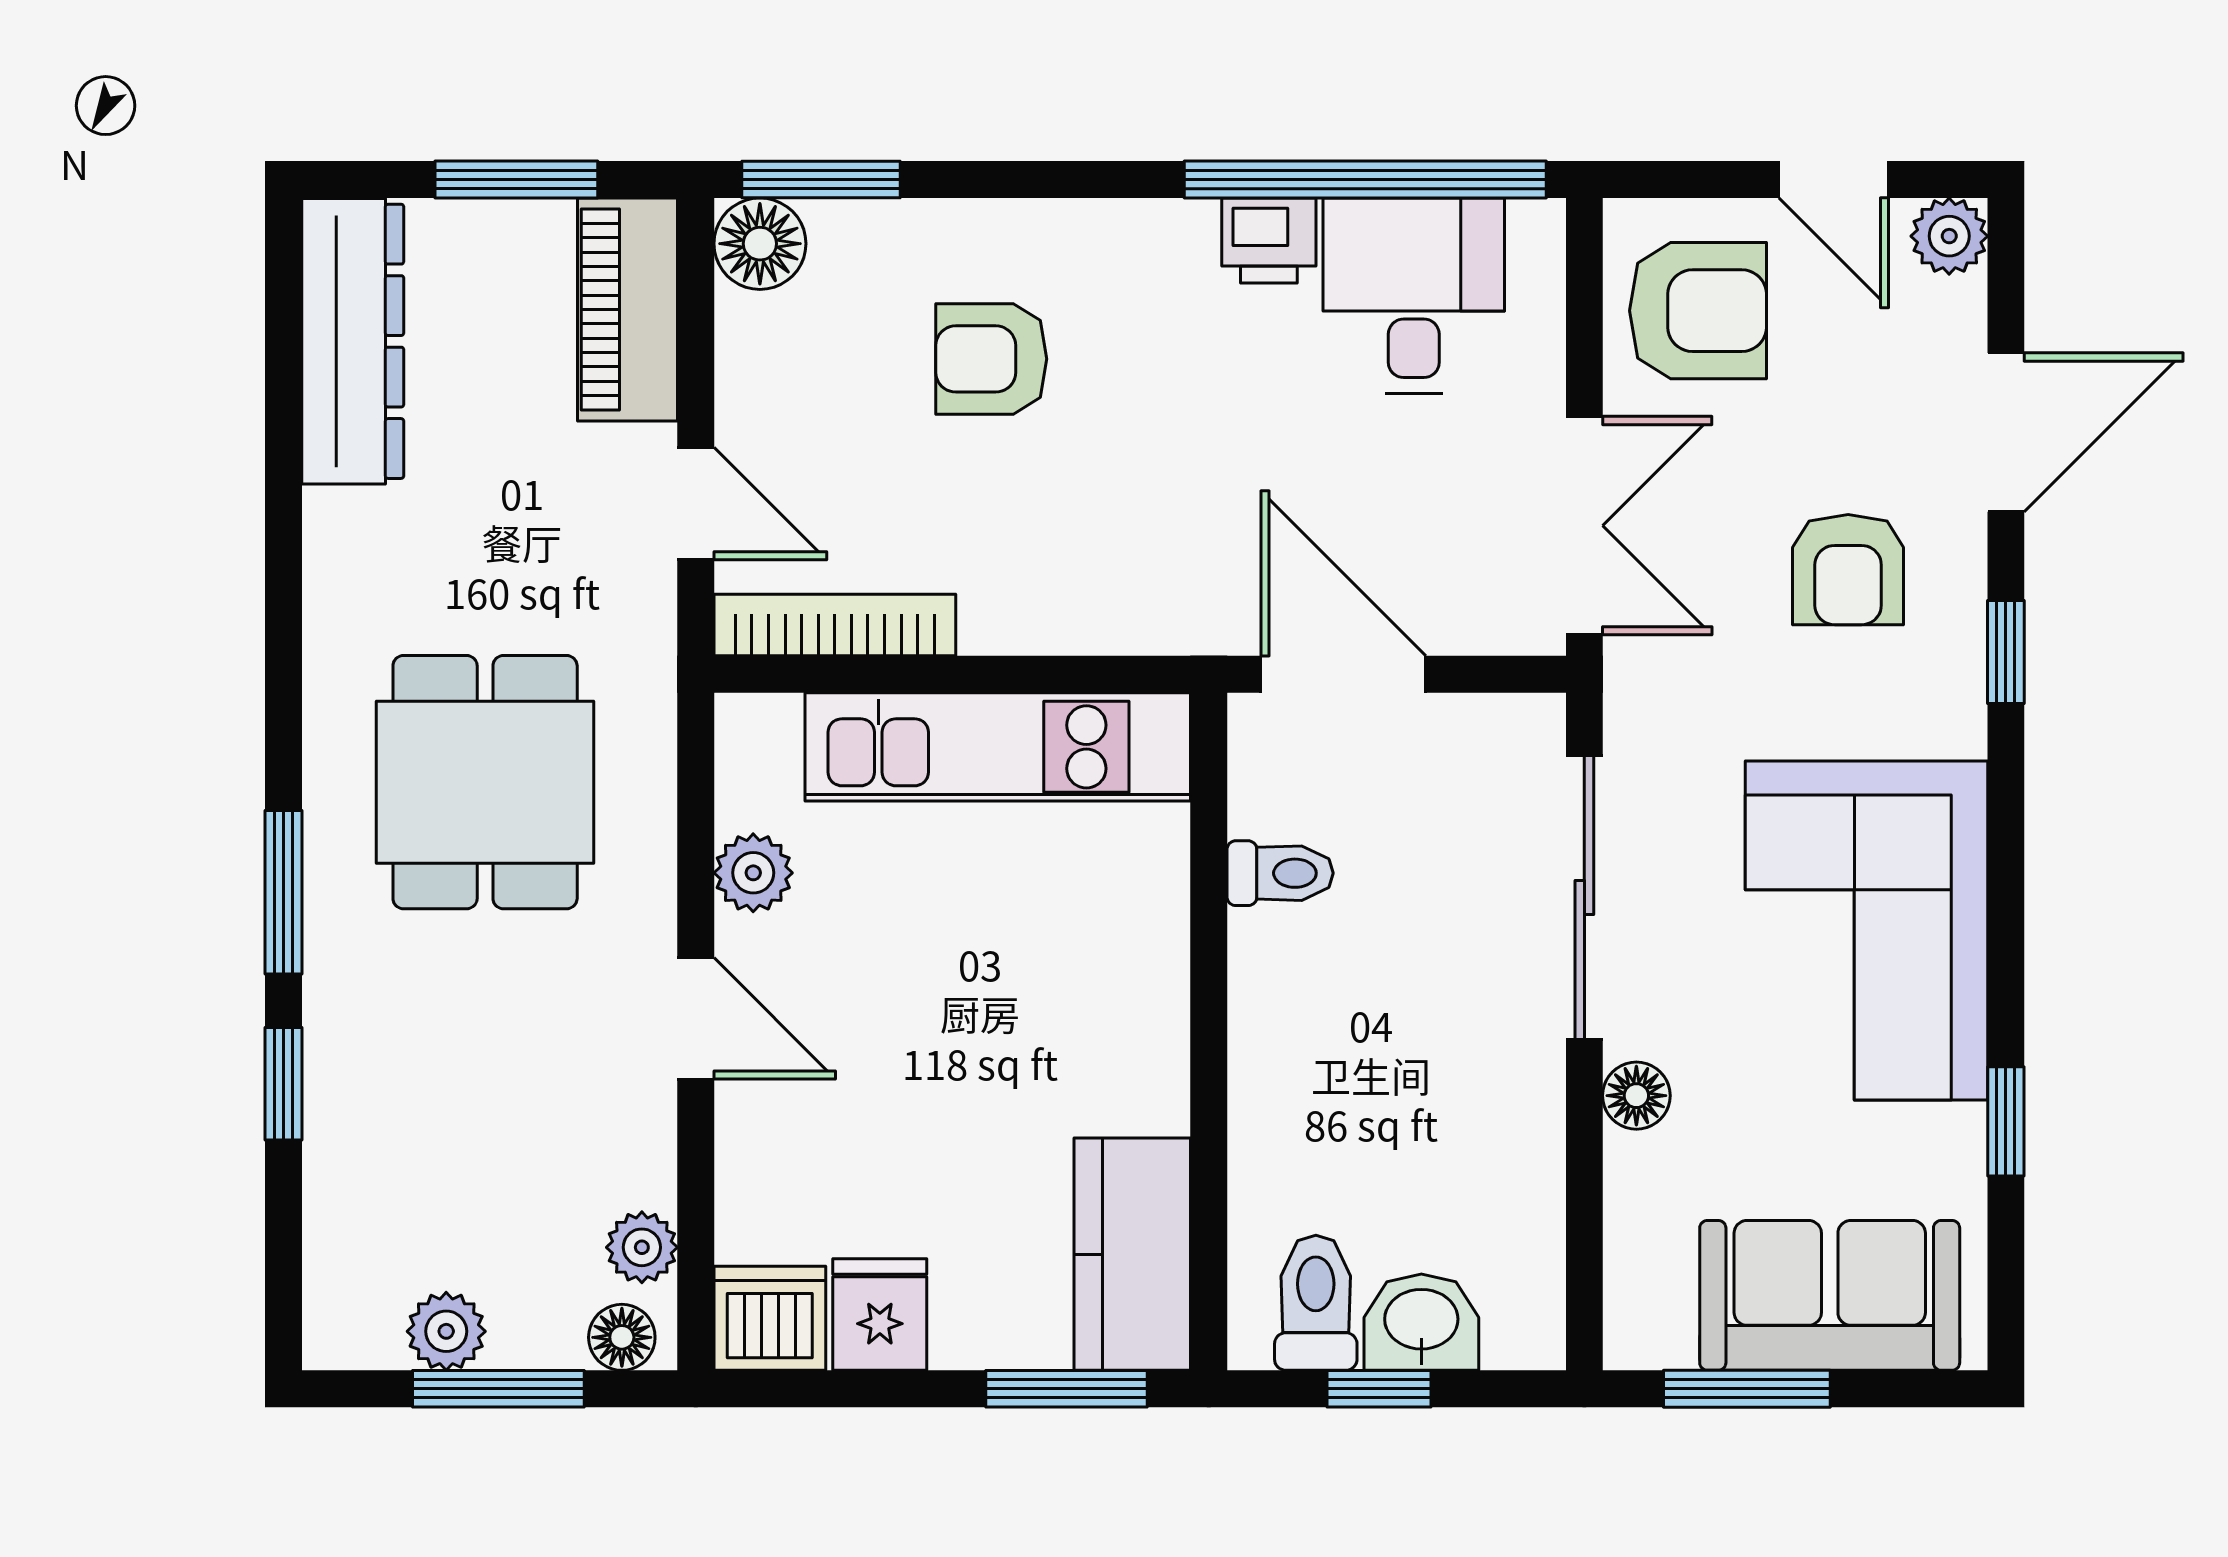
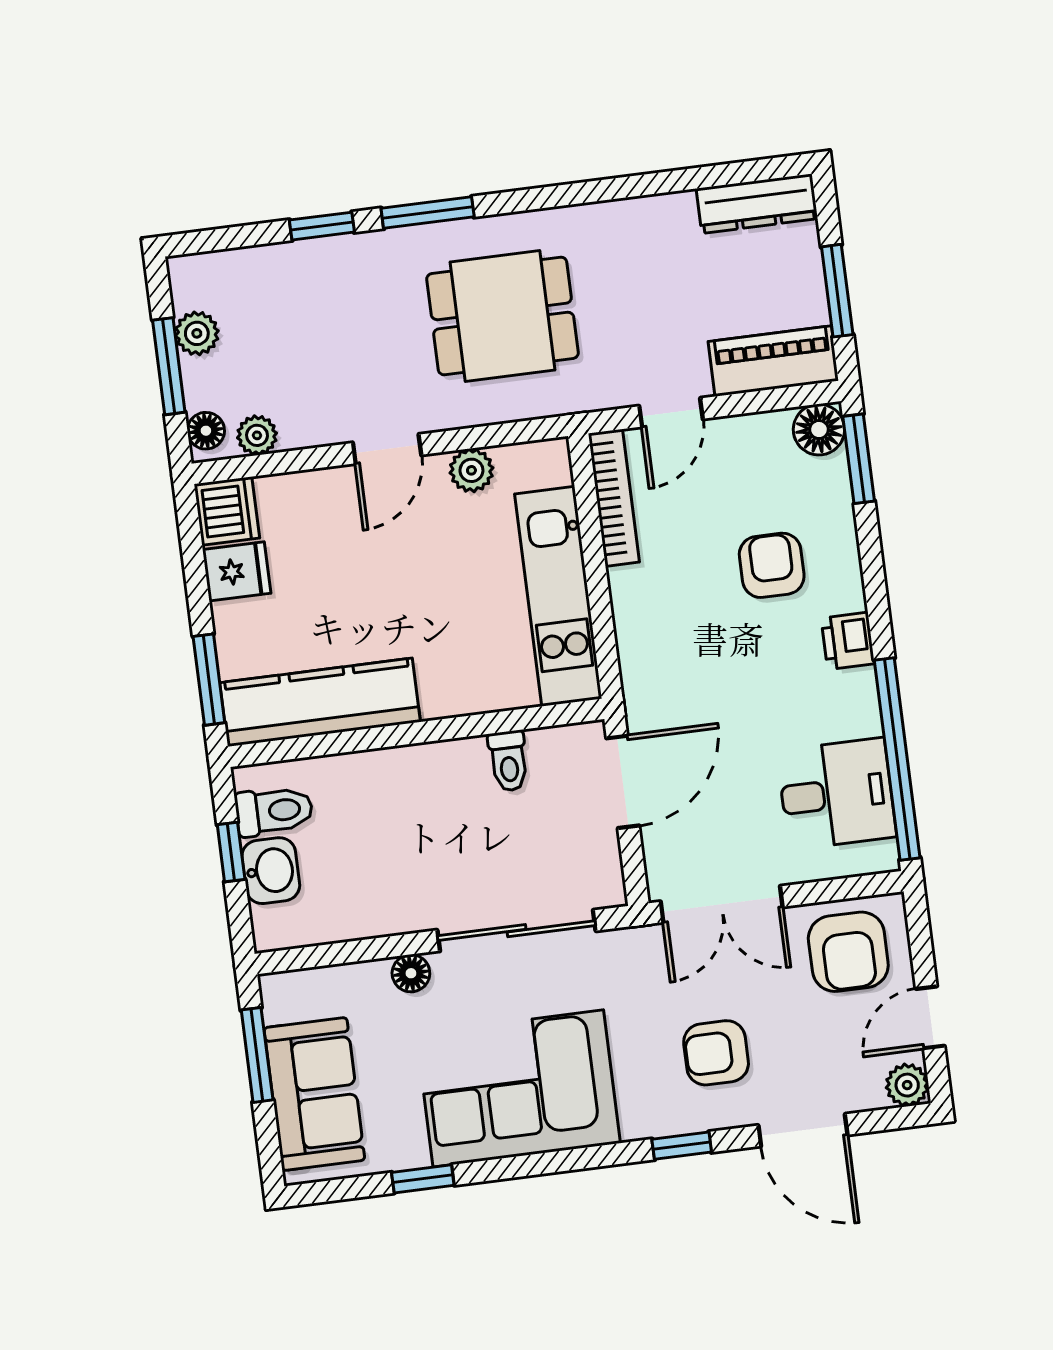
printer: (1269, 240) -> (848, 641), moved
dresser: (353, 341) -> (757, 204), width x0.73, depth x0.80
kitchen counter: (1132, 1254) -> (320, 702), width x1.50

